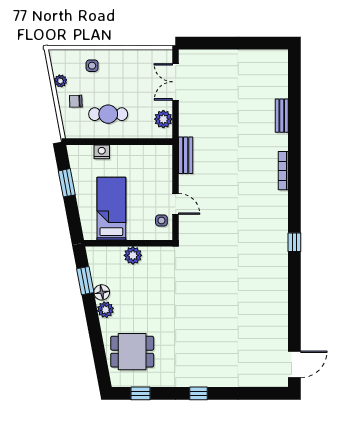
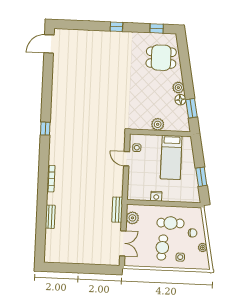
cafe table: (119, 78) -> (162, 247), added
nightstand: (102, 152) -> (156, 196), moved
bench: (186, 155) -> (117, 210), moved

